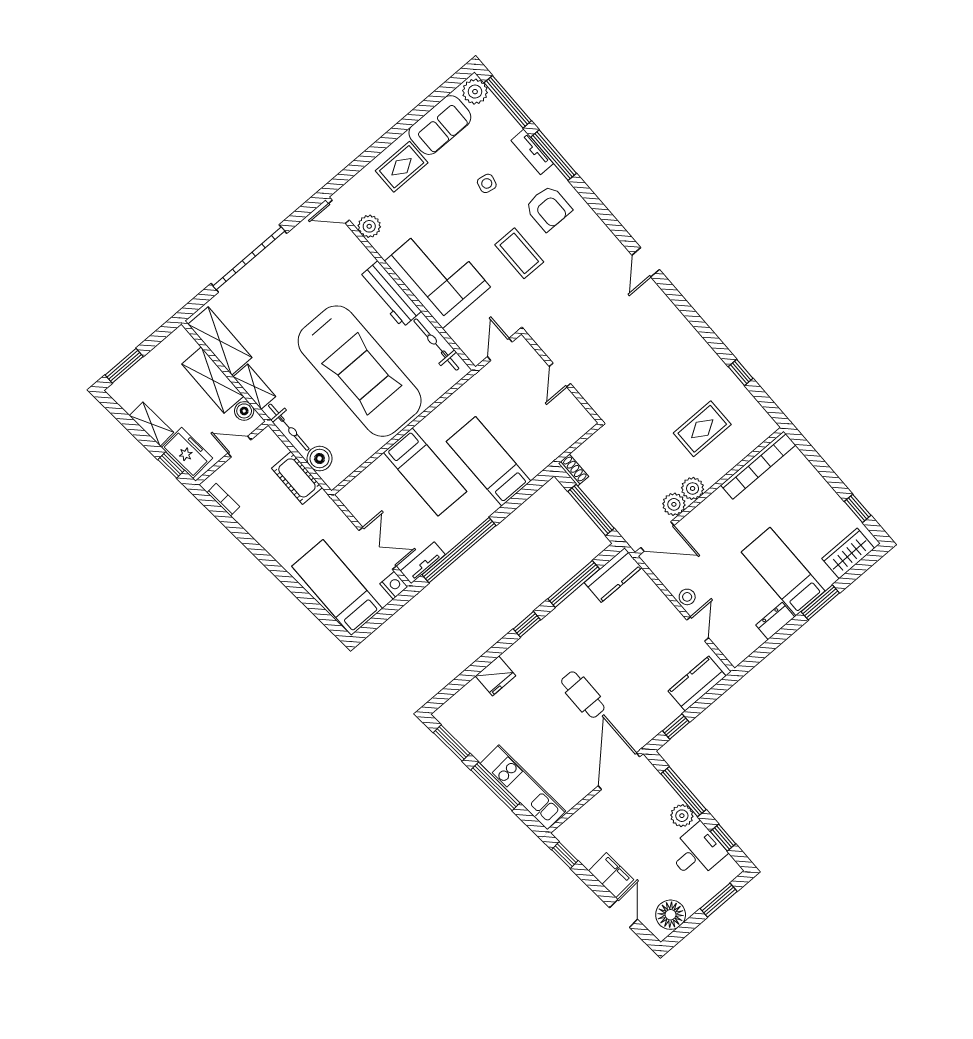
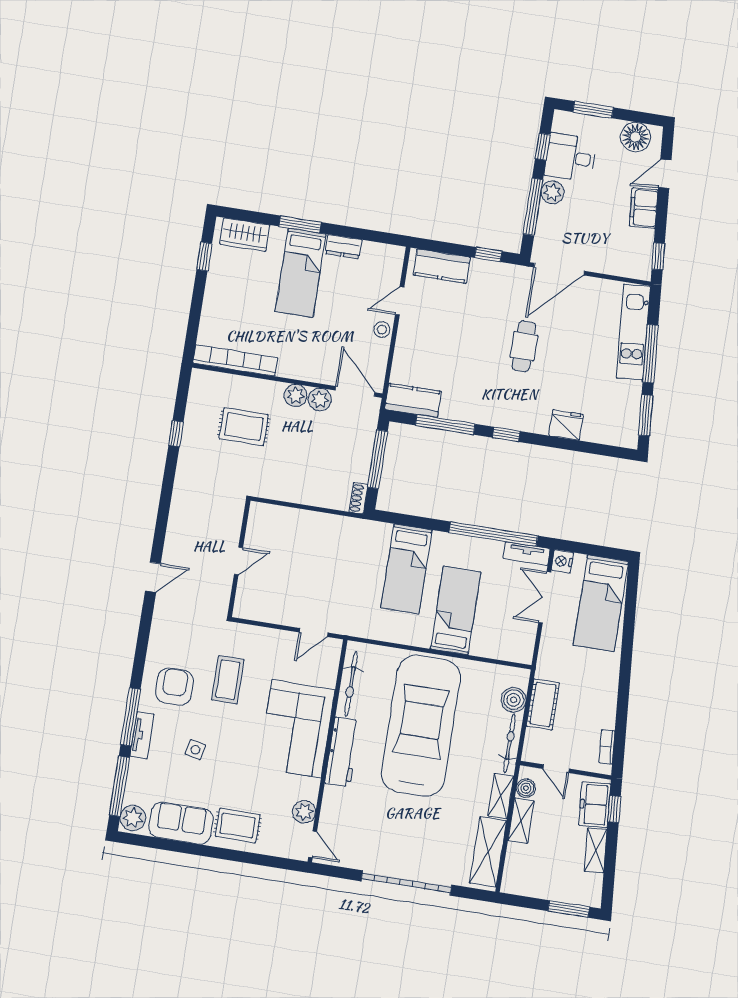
door: (560, 375) -> (238, 561), moved
wall: (562, 377) -> (239, 559), moved
shelving: (213, 380) -> (521, 821), width x0.67, depth x0.75

